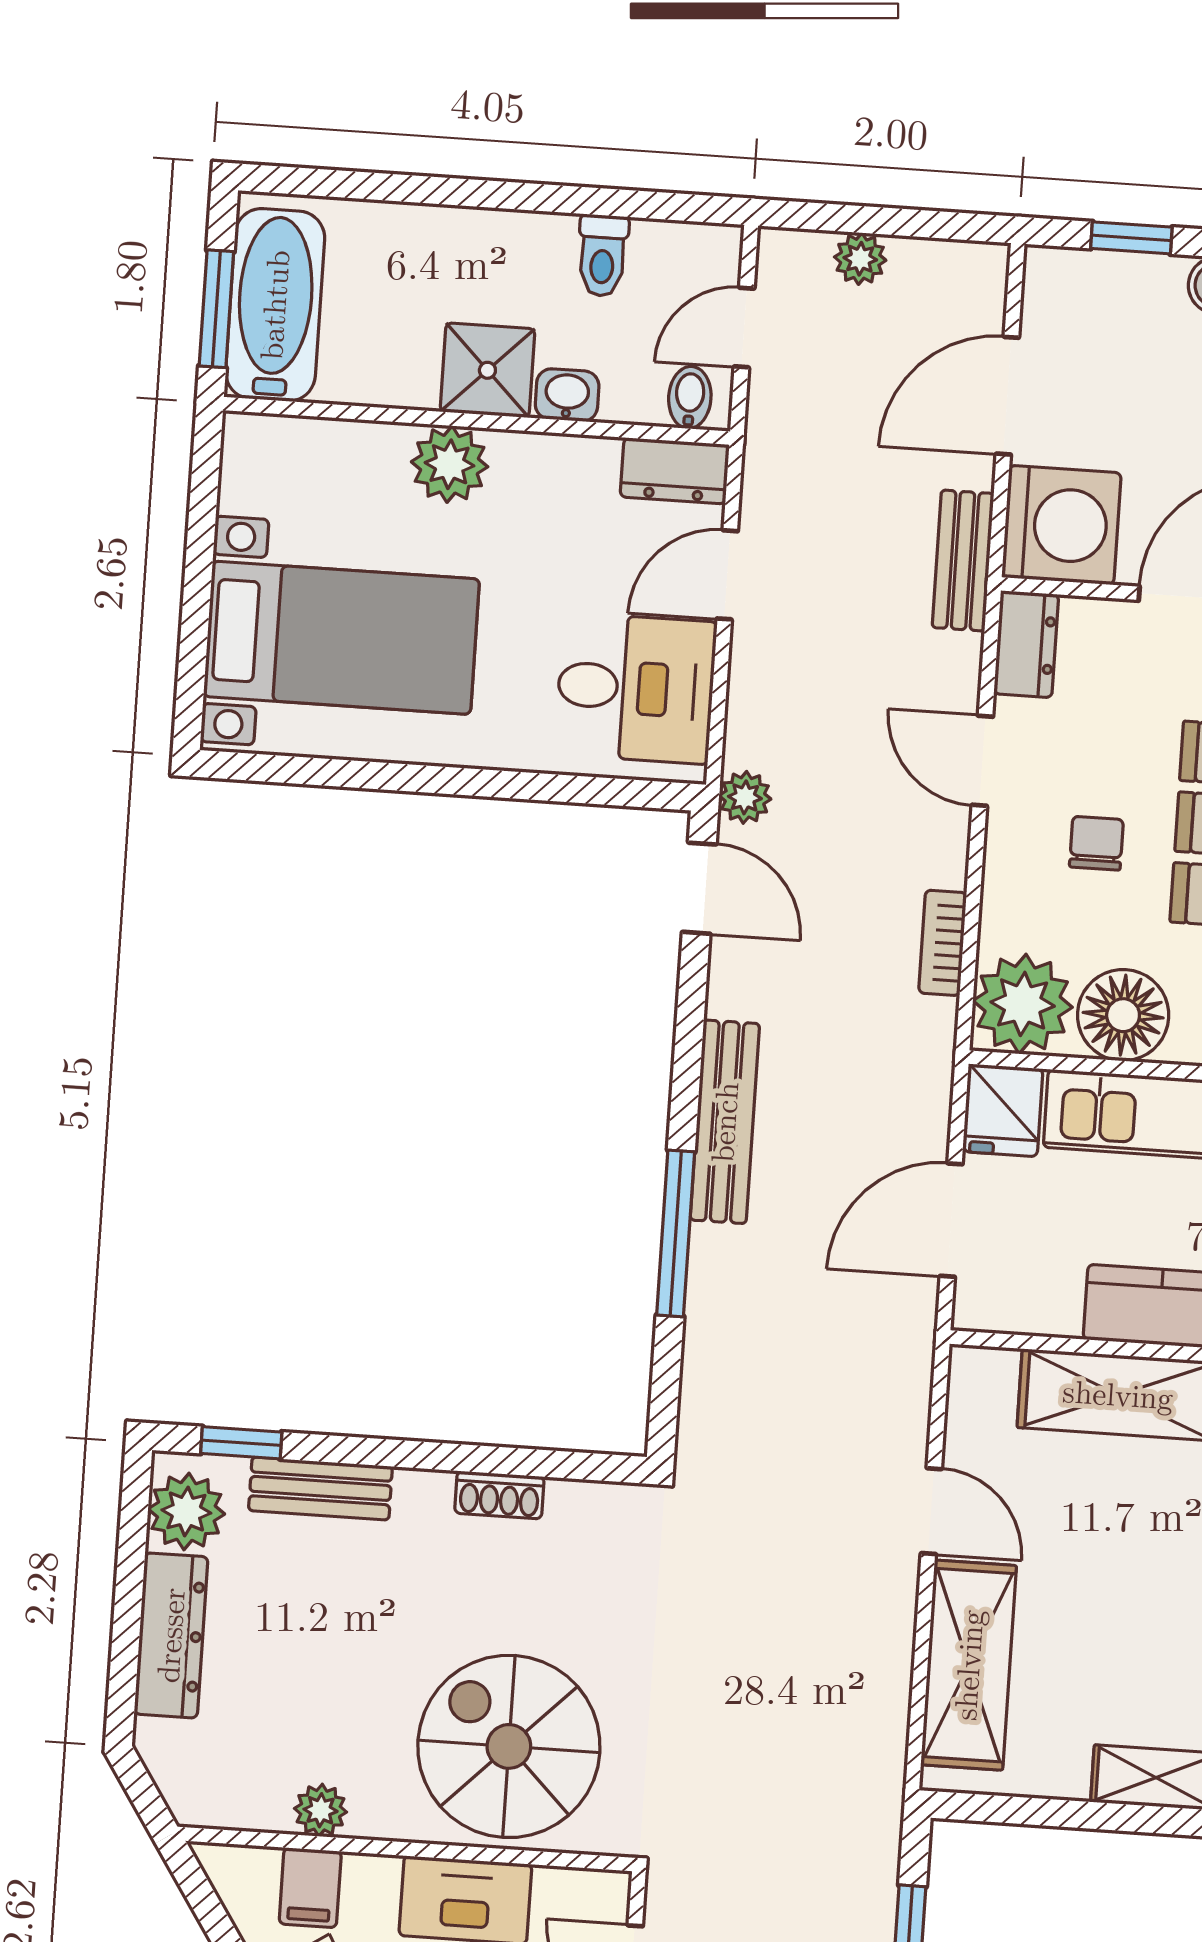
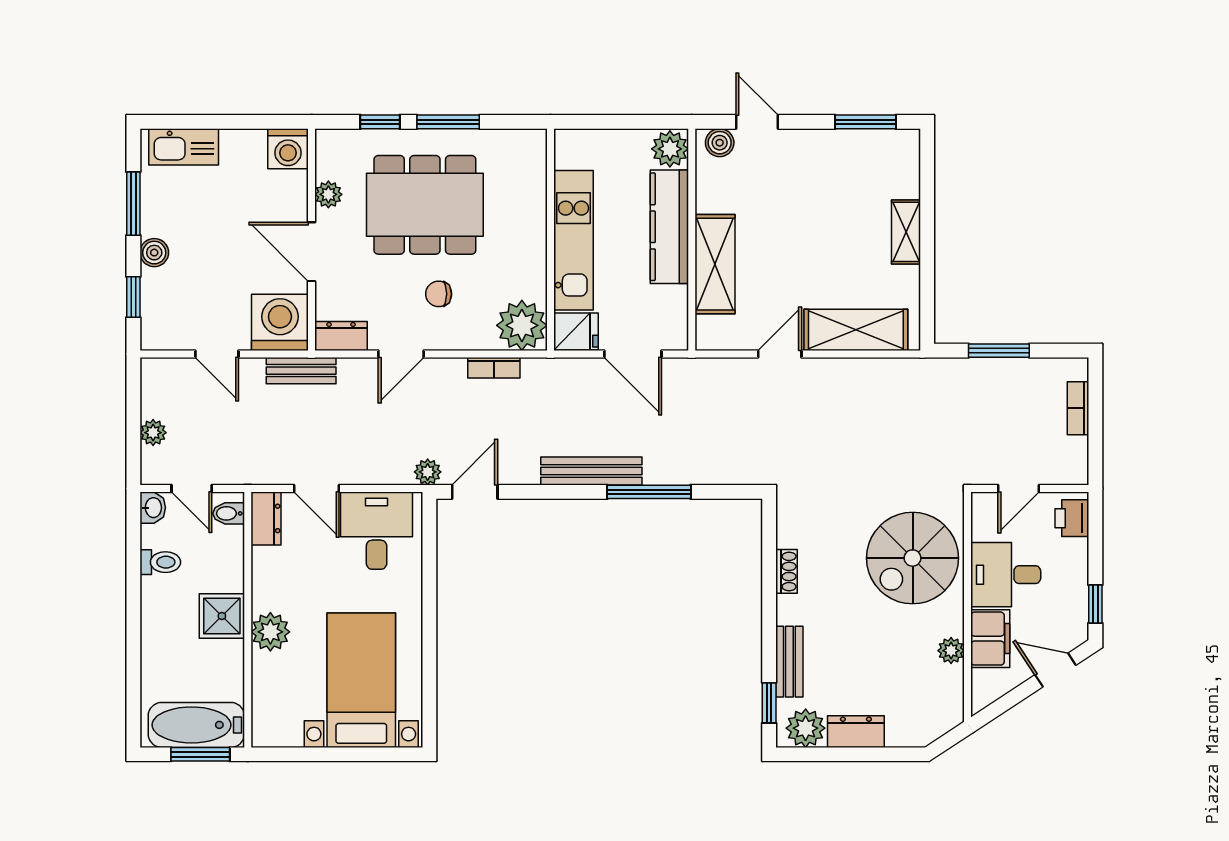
washbasin: (567, 395) -> (153, 508), moved, turned 180
door: (1007, 396) -> (217, 354), width x0.73
floor lamp: (1123, 1015) -> (524, 275), removed
dresser: (171, 1635) -> (856, 732), width x0.70
filing cabinet: (310, 1888) -> (990, 639), width x2.00

